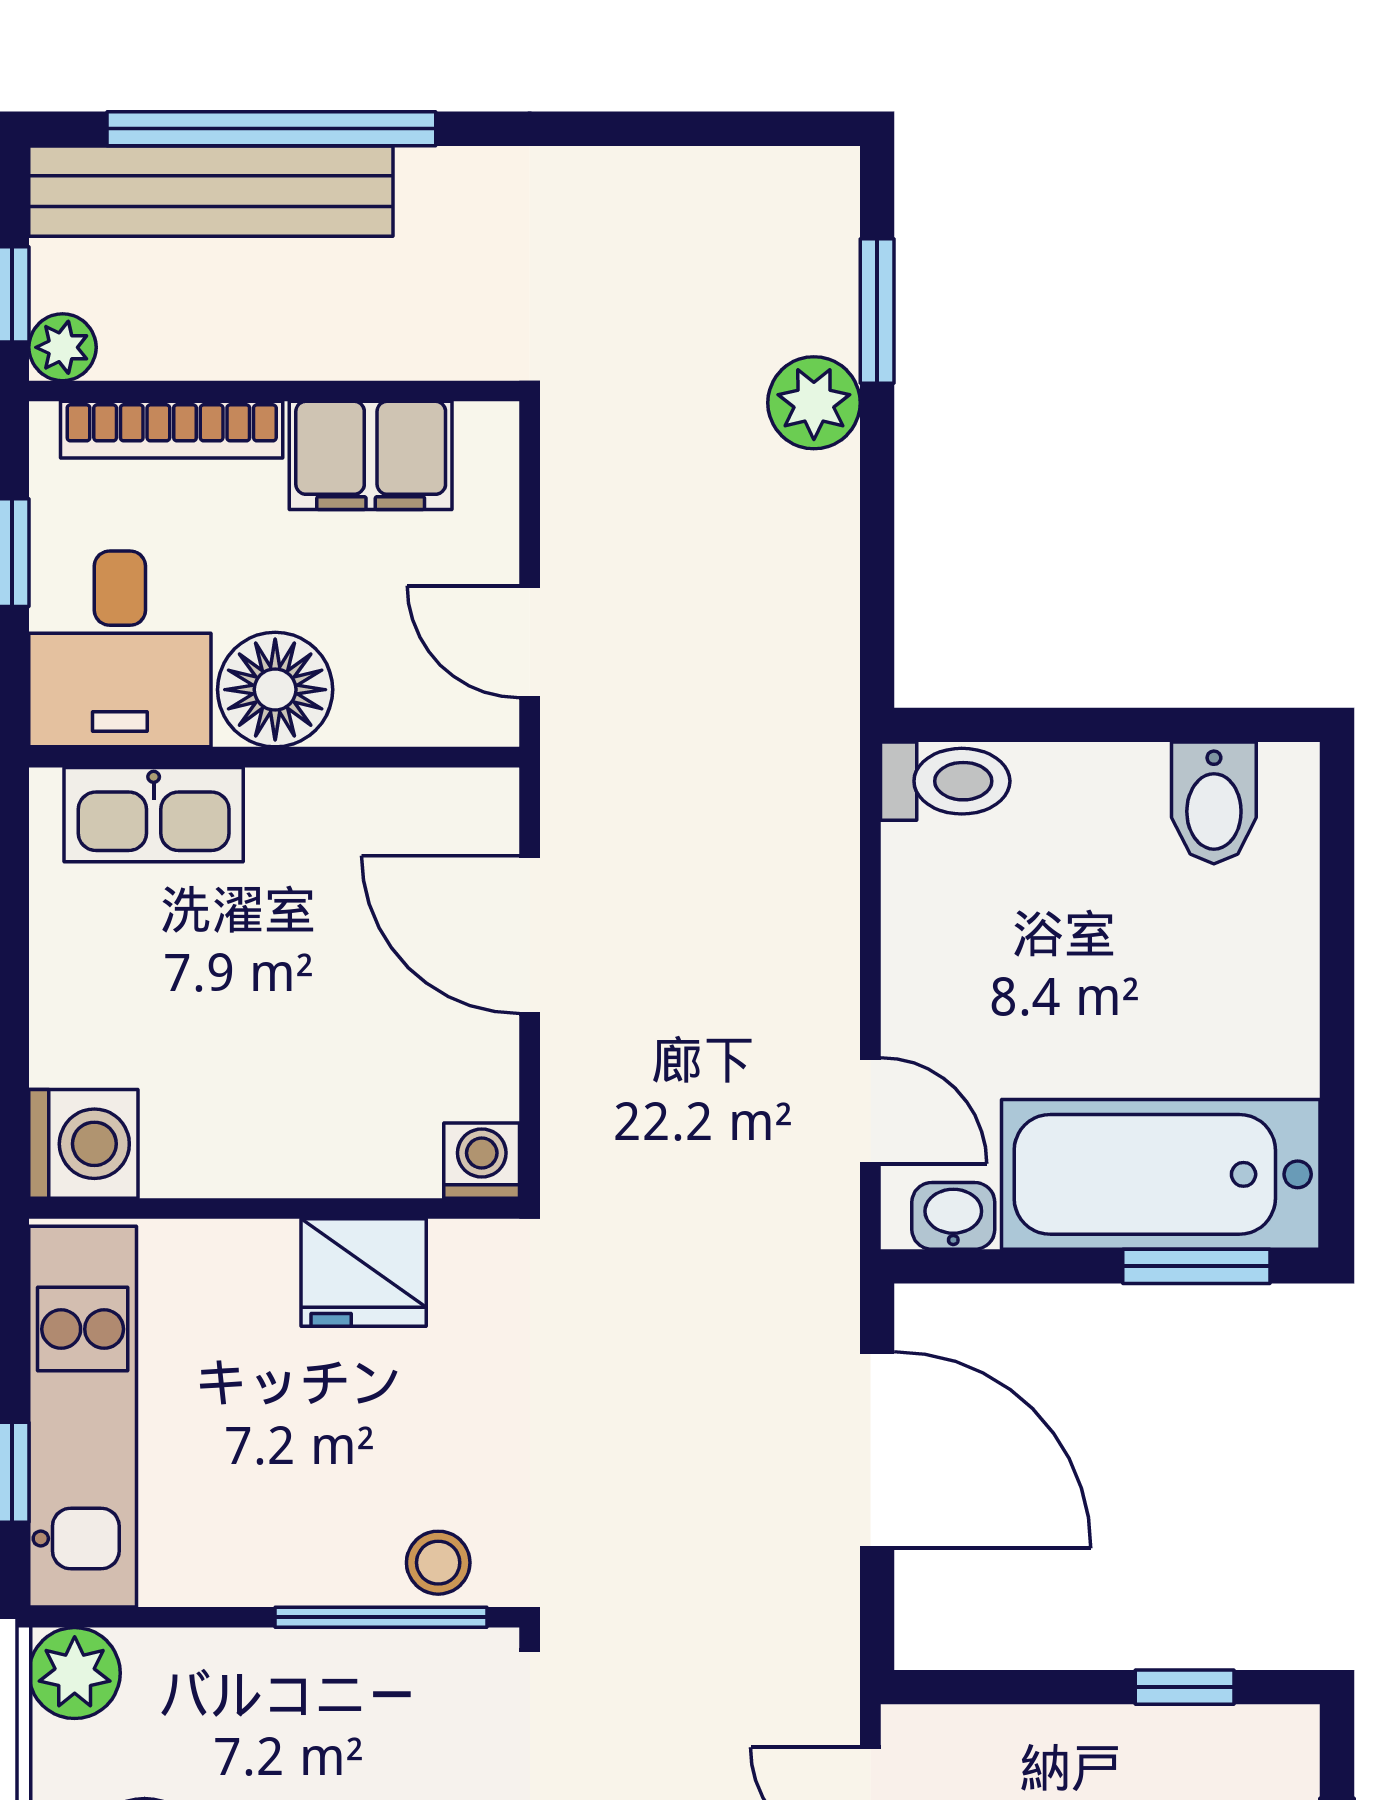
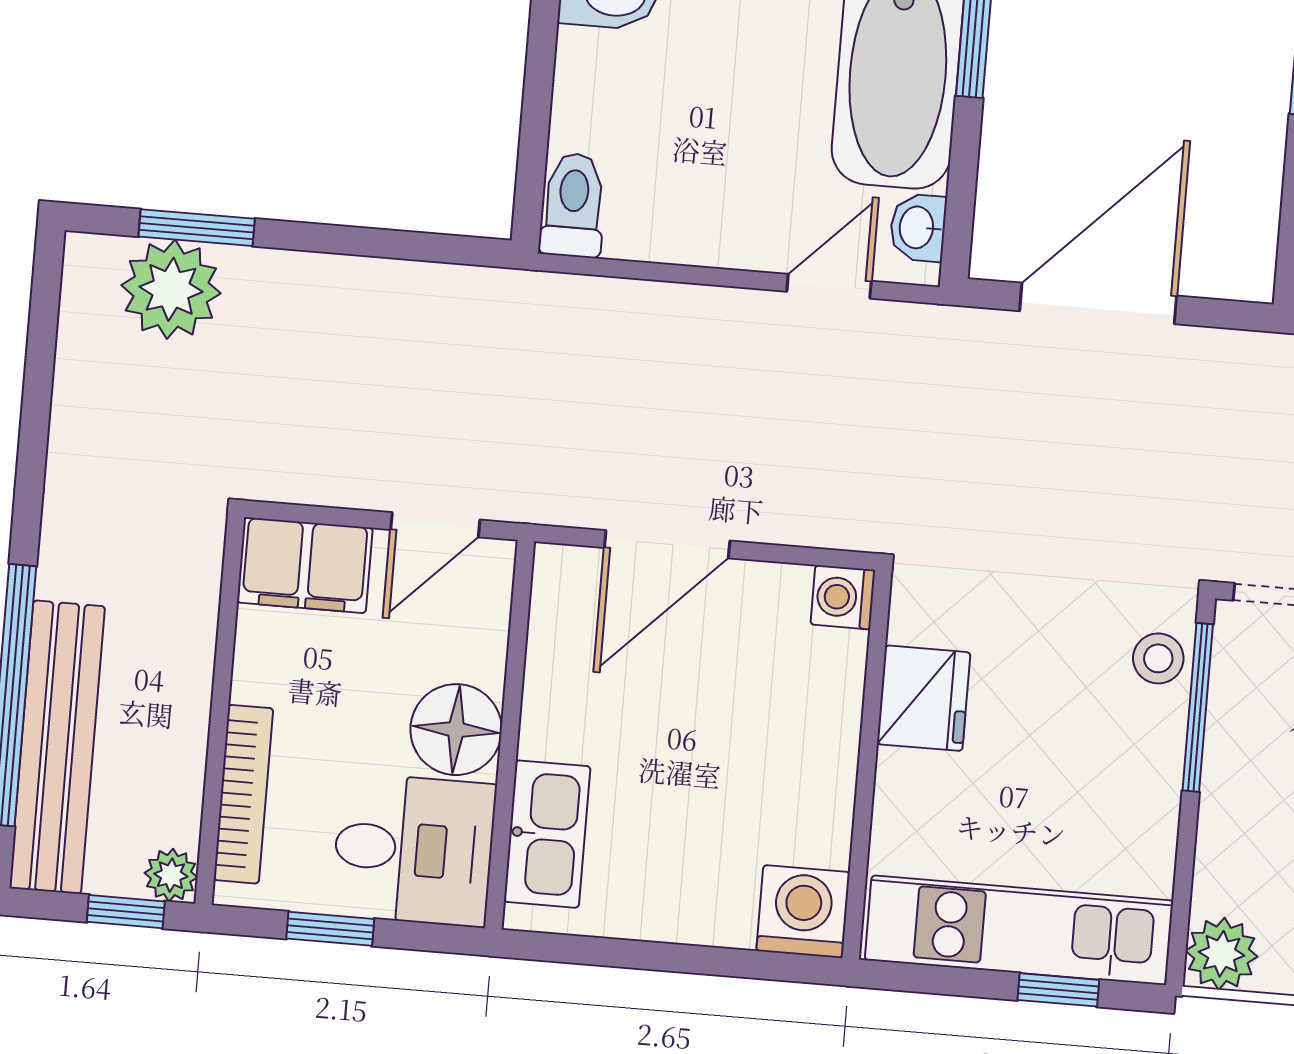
plant: (814, 403) -> (171, 289), moved, width x1.36, depth x1.36
filing cabinet: (371, 455) -> (305, 565), moved, turned 90

